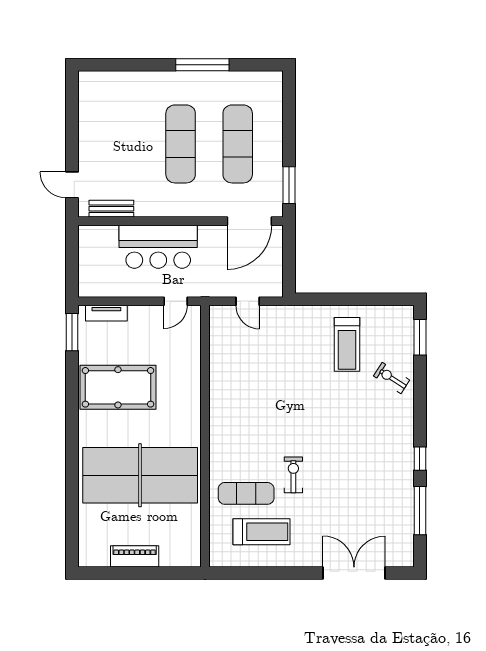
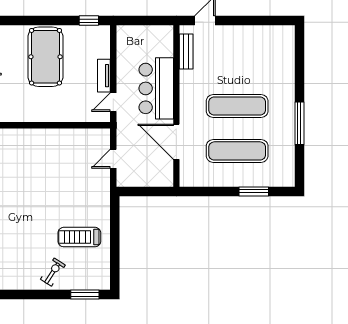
window: (289, 185) -> (254, 191), moved
door: (249, 221) -> (176, 142), moved
door: (176, 301) -> (113, 102), hinge flipped
tv unit: (106, 313) -> (104, 76), moved
window: (72, 332) -> (89, 21), width x0.67

